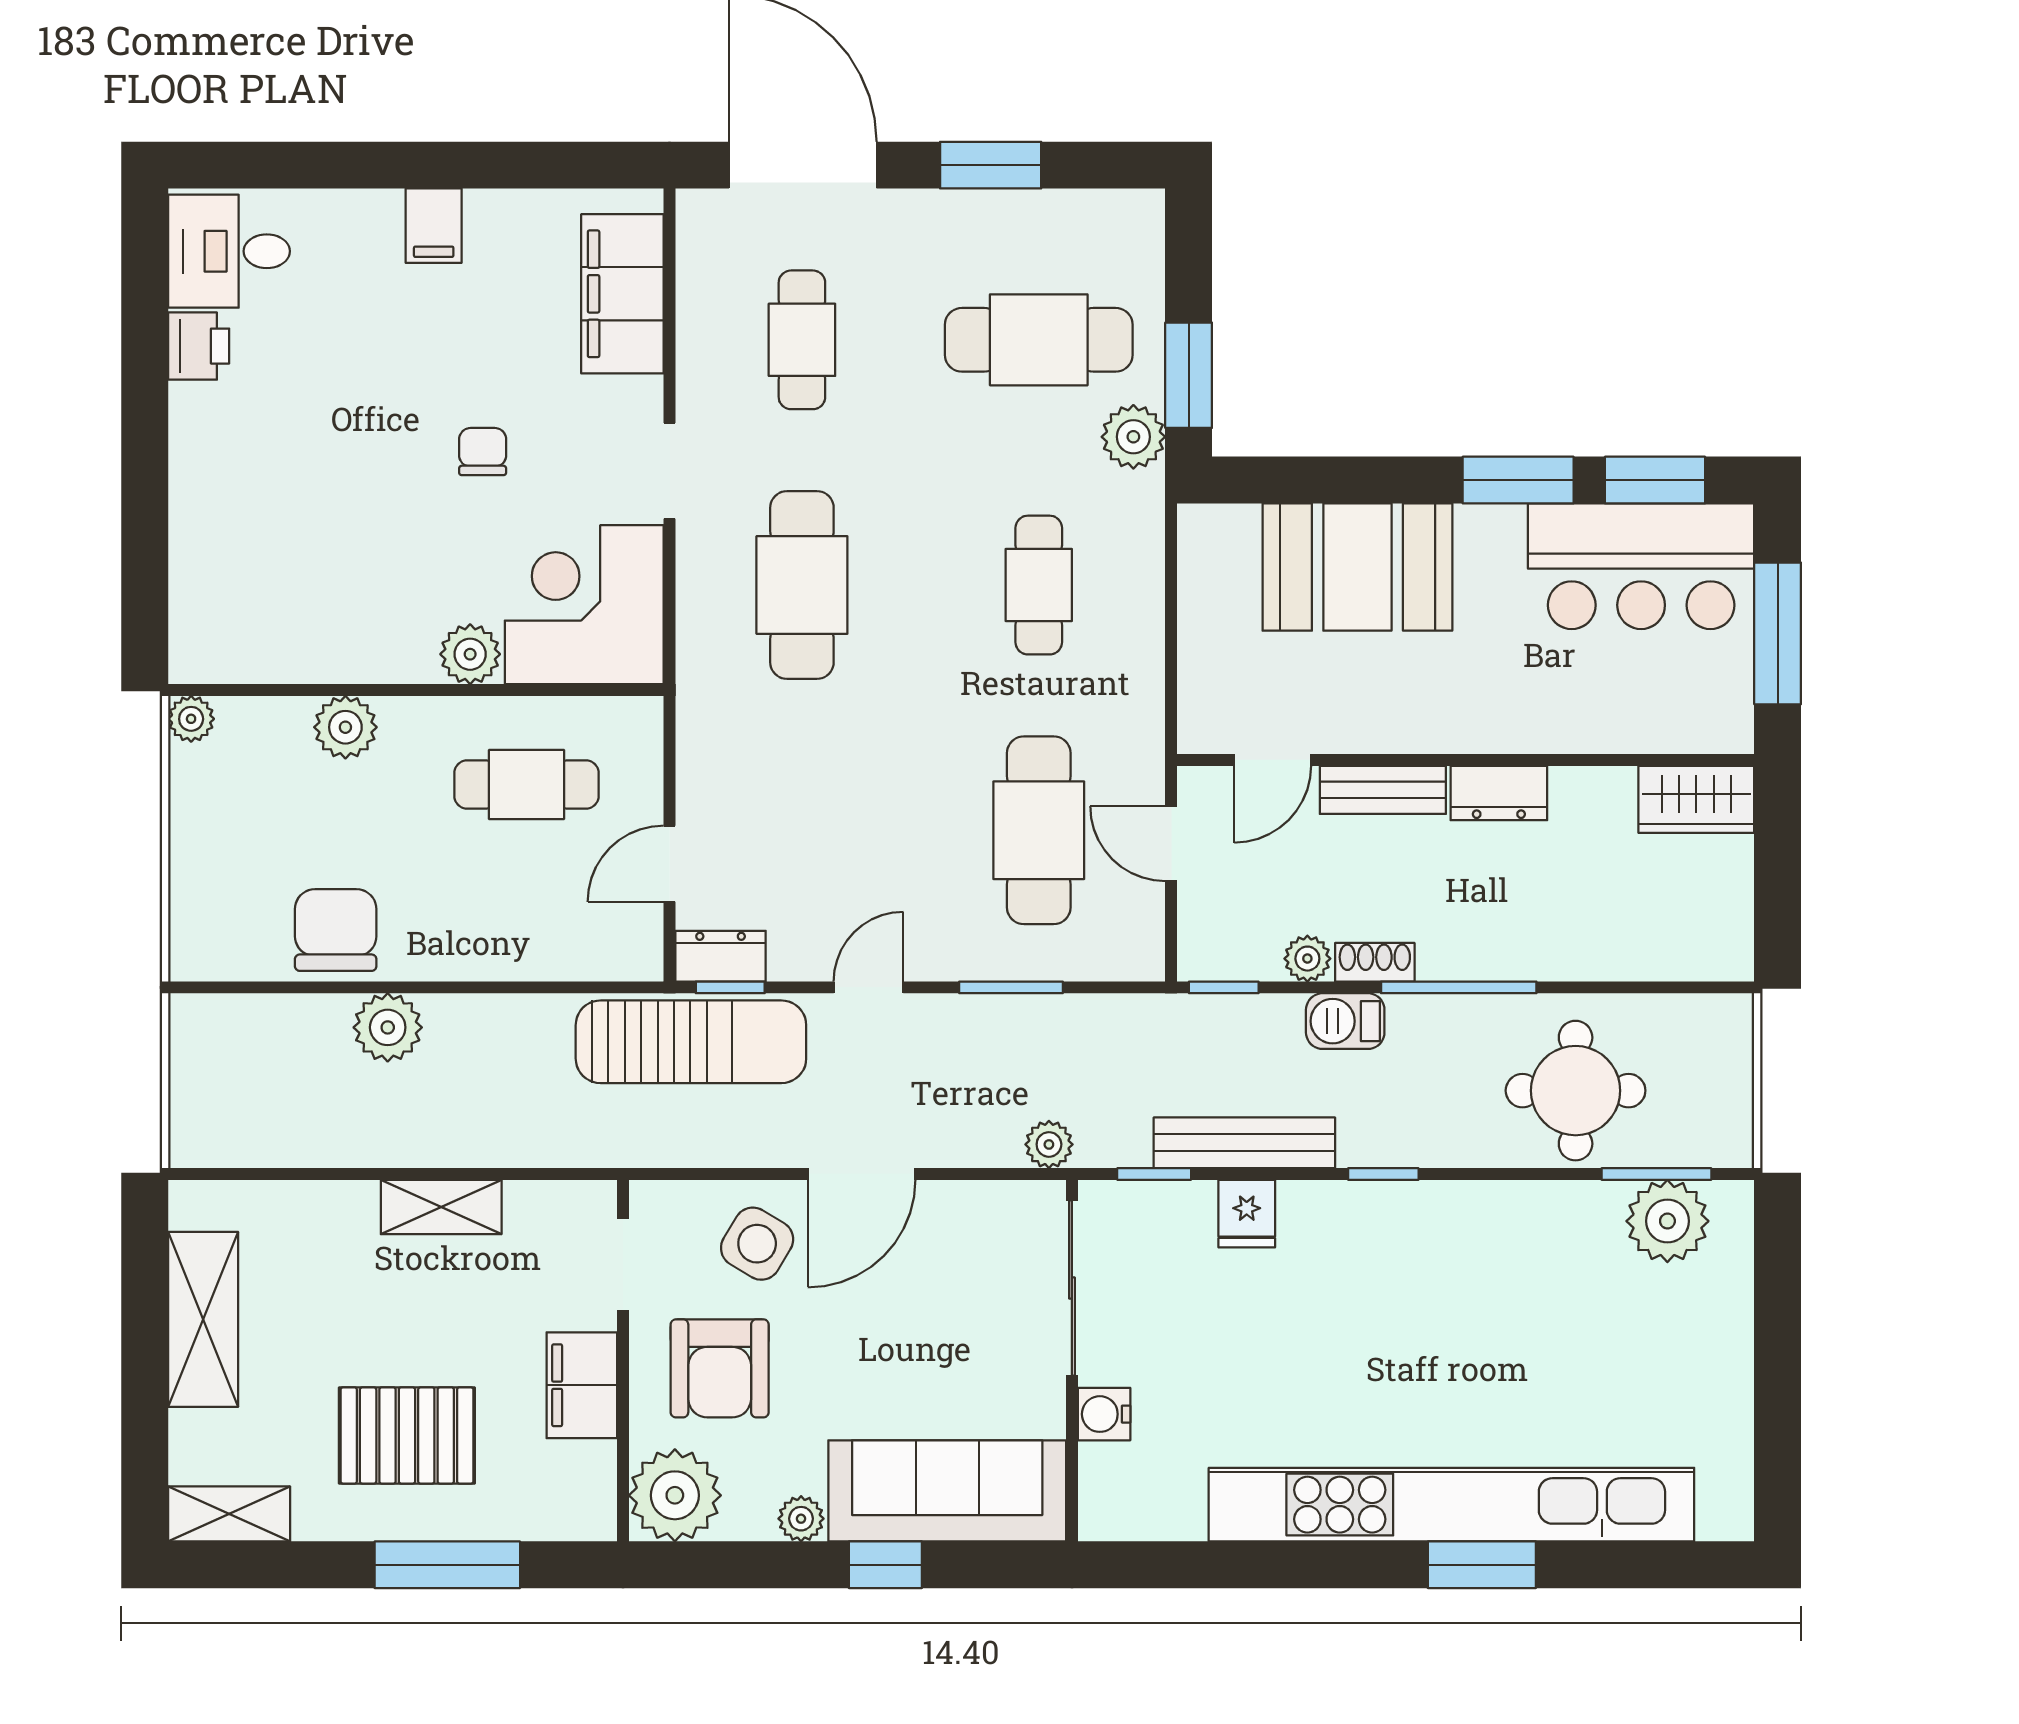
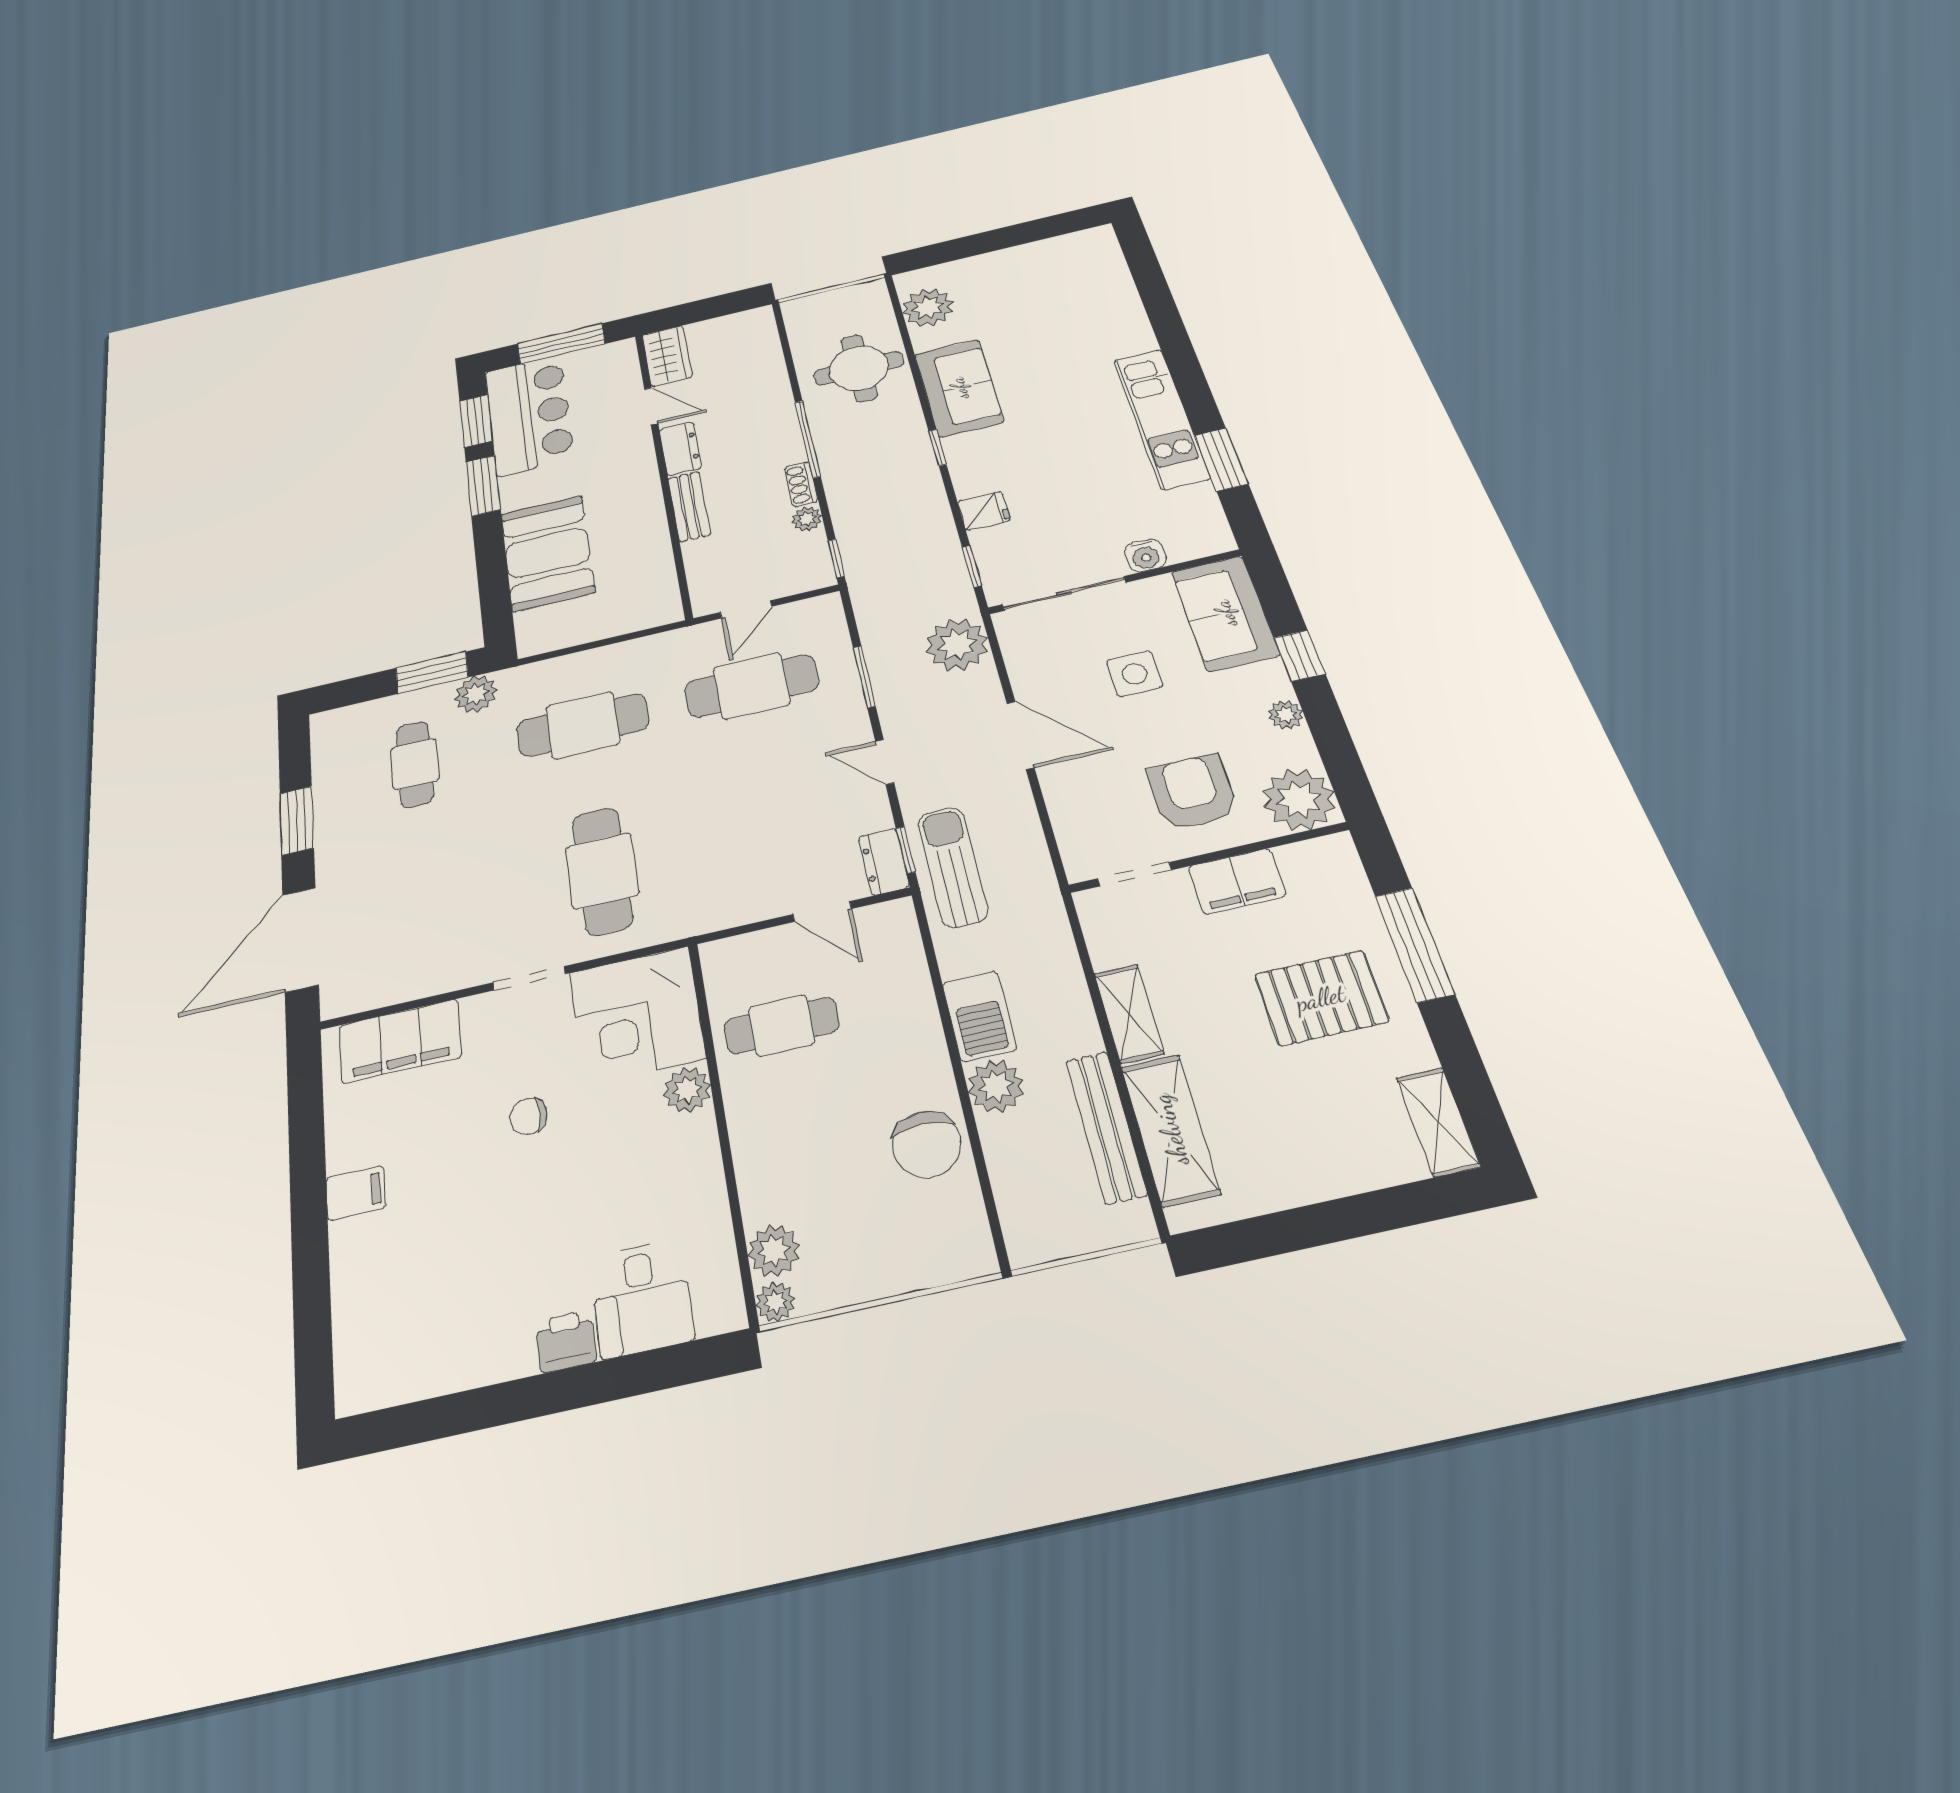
desk: (229, 251) -> (642, 1298), moved
cafe table: (802, 340) -> (426, 911), removed
cafe table: (1039, 340) -> (415, 764), width x0.73, depth x0.74
printer: (199, 346) -> (566, 1341), moved
cafe table: (802, 585) -> (602, 871), turned 90
cafe table: (1039, 585) -> (583, 725), width x1.37, depth x1.35
plant: (345, 727) -> (774, 1251), moved
door: (1273, 760) -> (651, 406), moved
cafe table: (526, 785) -> (782, 1026), turned 90
chair: (336, 930) -> (926, 1144), turned -90
barbecue: (1345, 1021) -> (979, 1016), moved, width x1.38, depth x1.27
sun lounger: (691, 1042) -> (953, 867), width x0.73, depth x0.75
bench: (1244, 1143) -> (1106, 1127), moved
plant: (1049, 1144) -> (957, 645), width x1.87, depth x1.87
window: (1656, 1174) -> (900, 319), removed
sofa: (1489, 1231) -> (959, 388), added
side table: (757, 1244) -> (1135, 674), moved, turned -31
shelving: (203, 1319) -> (1170, 1130), moved, turned 90
armchair: (720, 1368) -> (1192, 792), turned -90
pallet: (407, 1435) -> (1321, 998), turned 90
sofa: (947, 1491) -> (1225, 613), width x0.73
kitchen unit: (1451, 1505) -> (1161, 418), width x0.54
window: (1482, 1565) -> (1221, 460), moved

